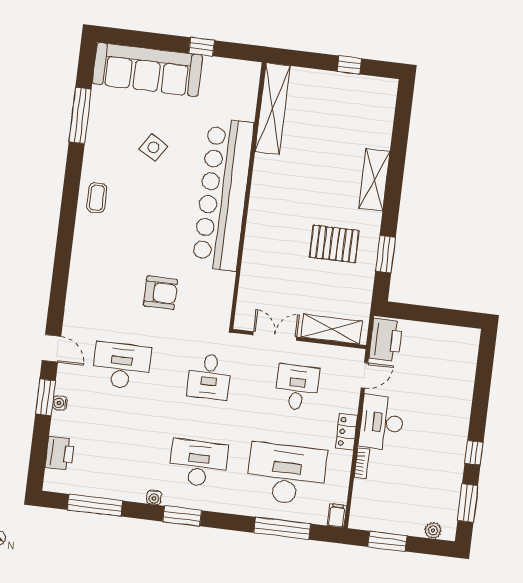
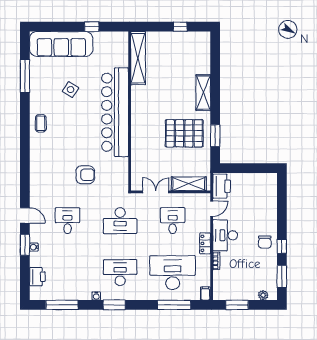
pallet: (334, 244) -> (184, 133), width x1.37, depth x1.41
desk: (121, 366) -> (67, 221), width x0.73
desk: (209, 376) -> (120, 221), width x1.37
chair: (446, 442) -> (265, 242), added

